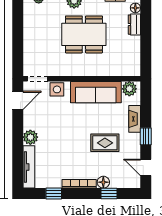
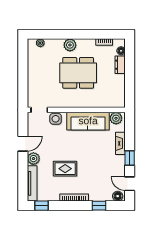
door: (18, 100) -> (23, 144), moved
rug: (105, 143) -> (65, 169), moved
floor lamp: (103, 182) -> (118, 196), moved
window: (54, 194) -> (42, 206), moved

